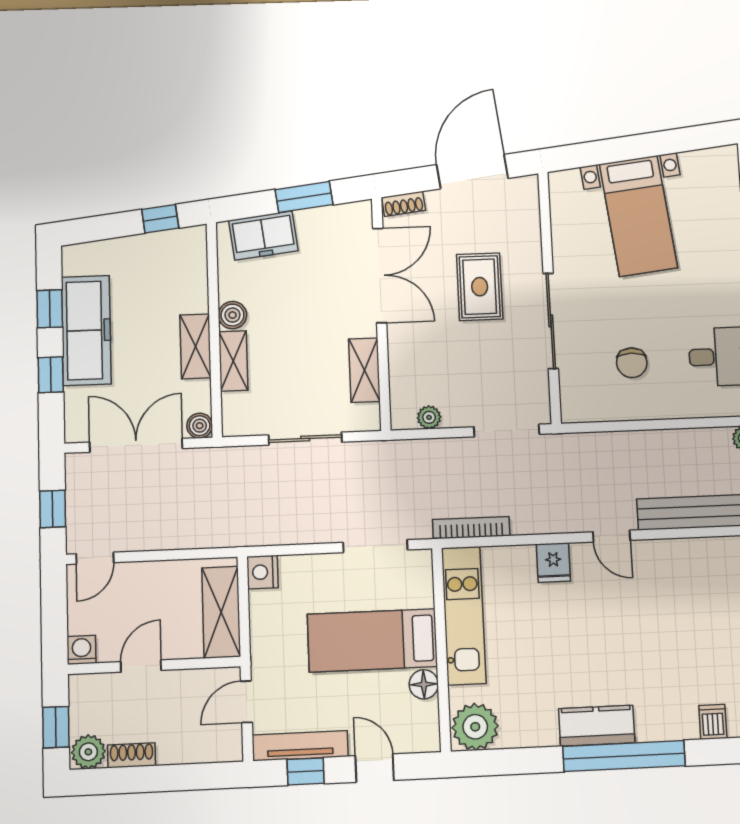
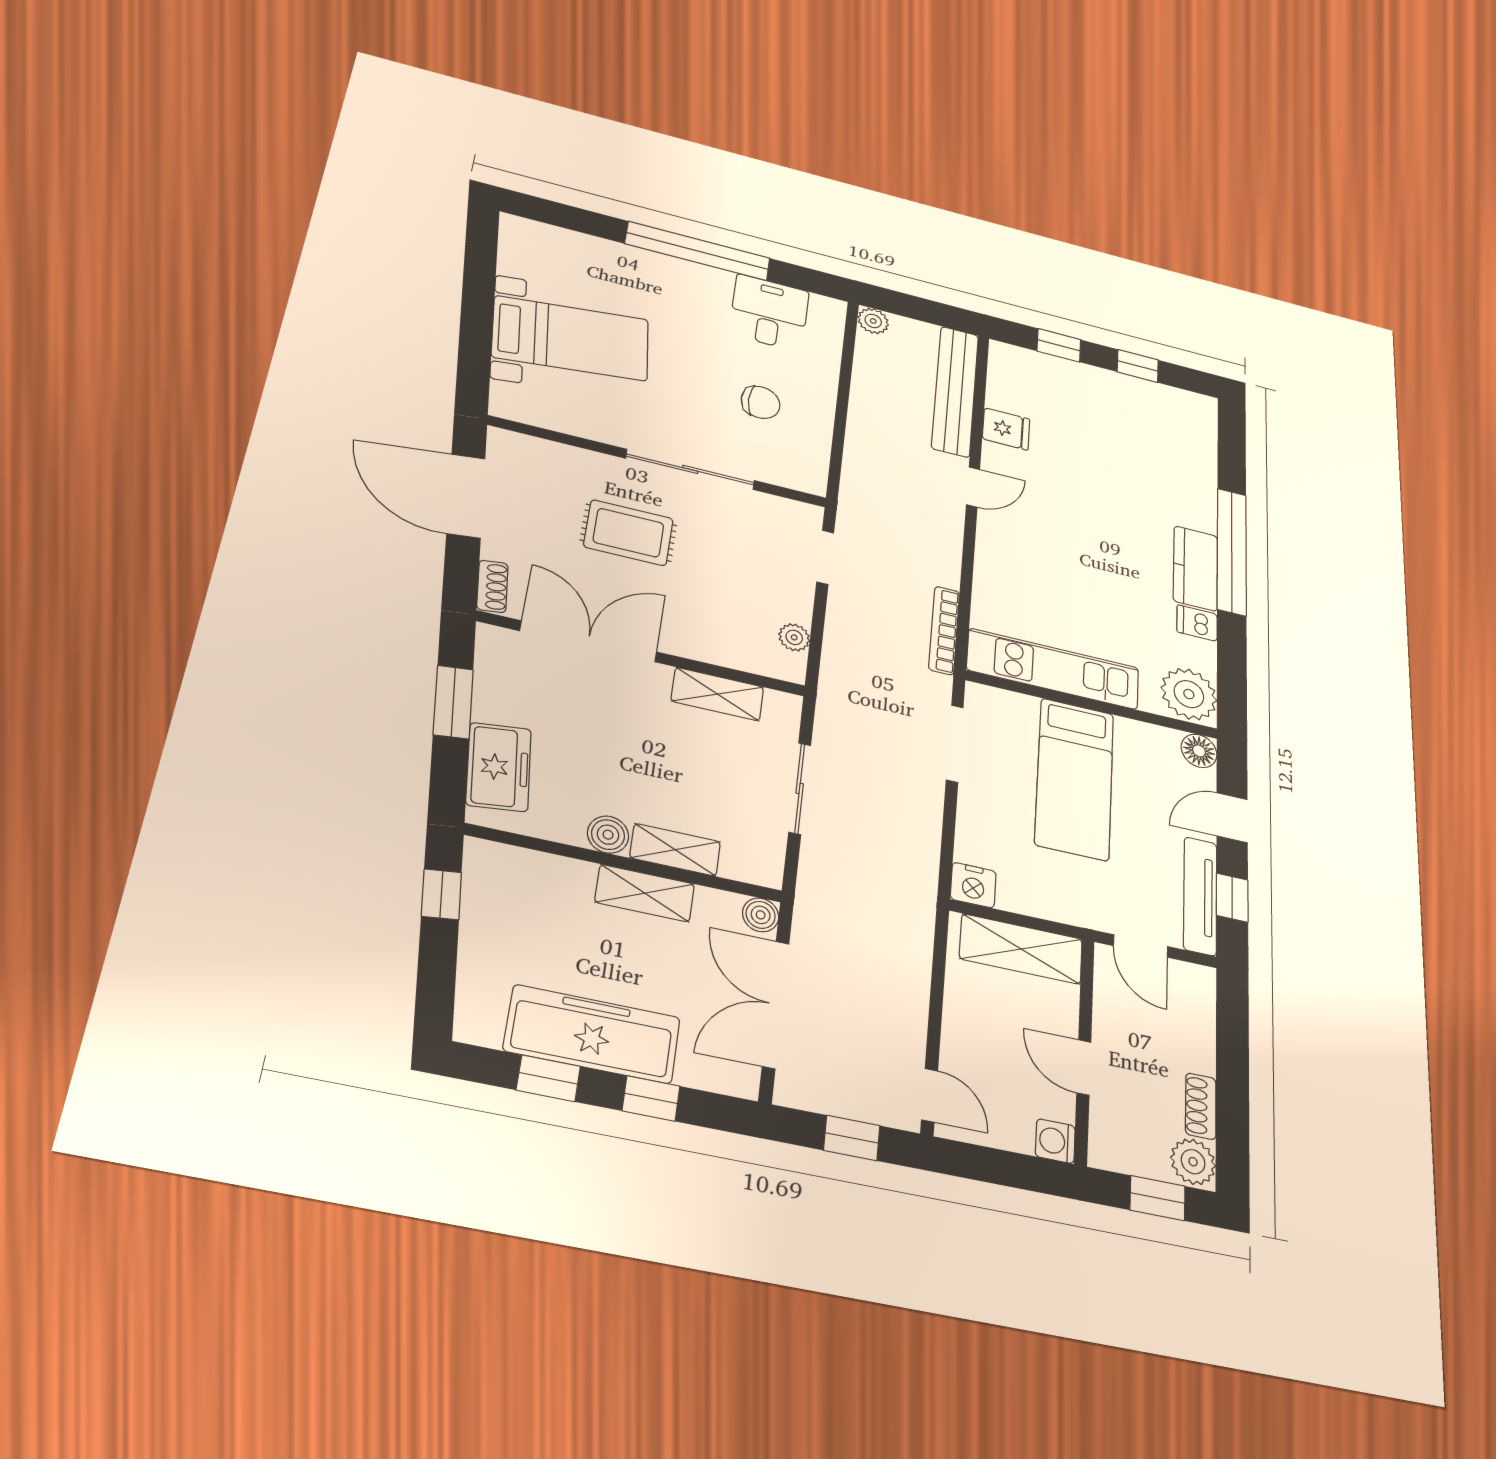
doorway: (507, 431) -> (825, 557), width x0.73
fridge: (553, 563) -> (1006, 429), moved
floor lamp: (424, 684) -> (1199, 751), moved
dishwasher: (713, 722) -> (1197, 623), moved

